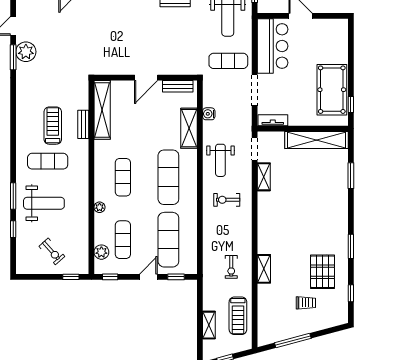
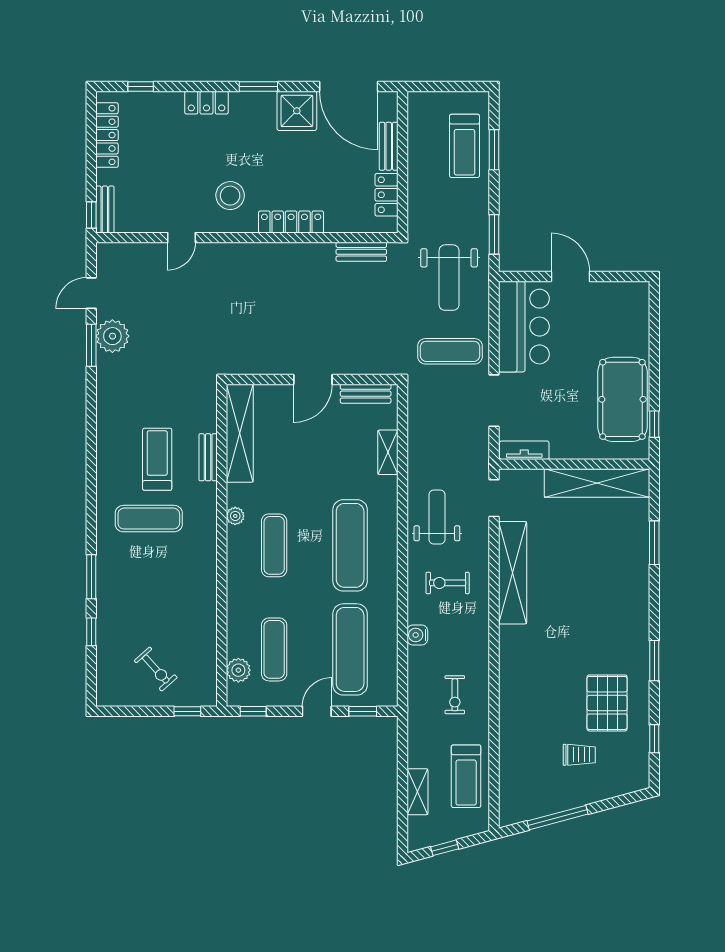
water cooler: (209, 114) -> (417, 635), moved
shelving: (189, 128) -> (388, 452), width x0.67, depth x0.75
weight bench: (220, 160) -> (437, 517), turned 180
shelving: (264, 177) -> (513, 573), width x2.20, depth x1.33
weight bench: (44, 203) -> (143, 589), removed
plant: (100, 207) -> (235, 516), moved
shelving: (264, 269) -> (509, 698), removed

